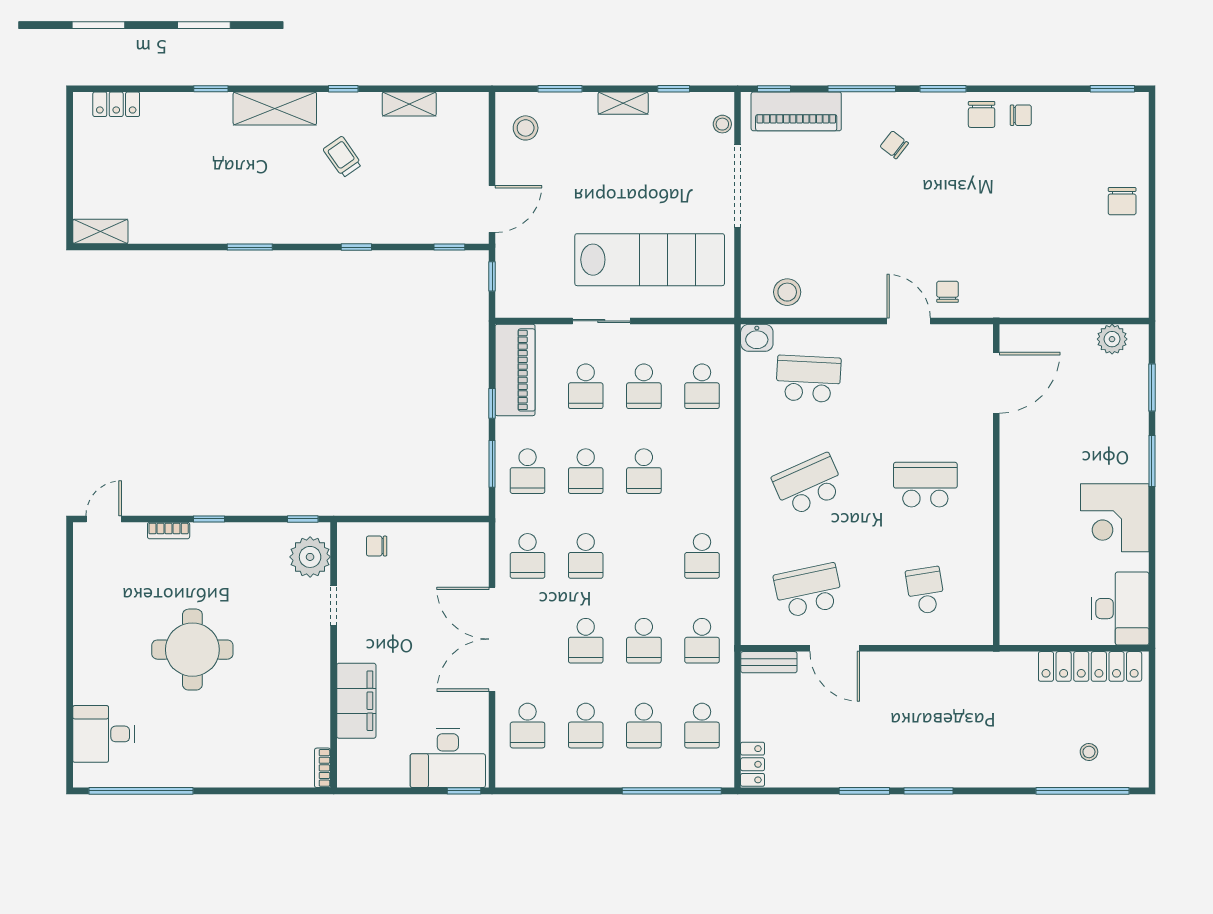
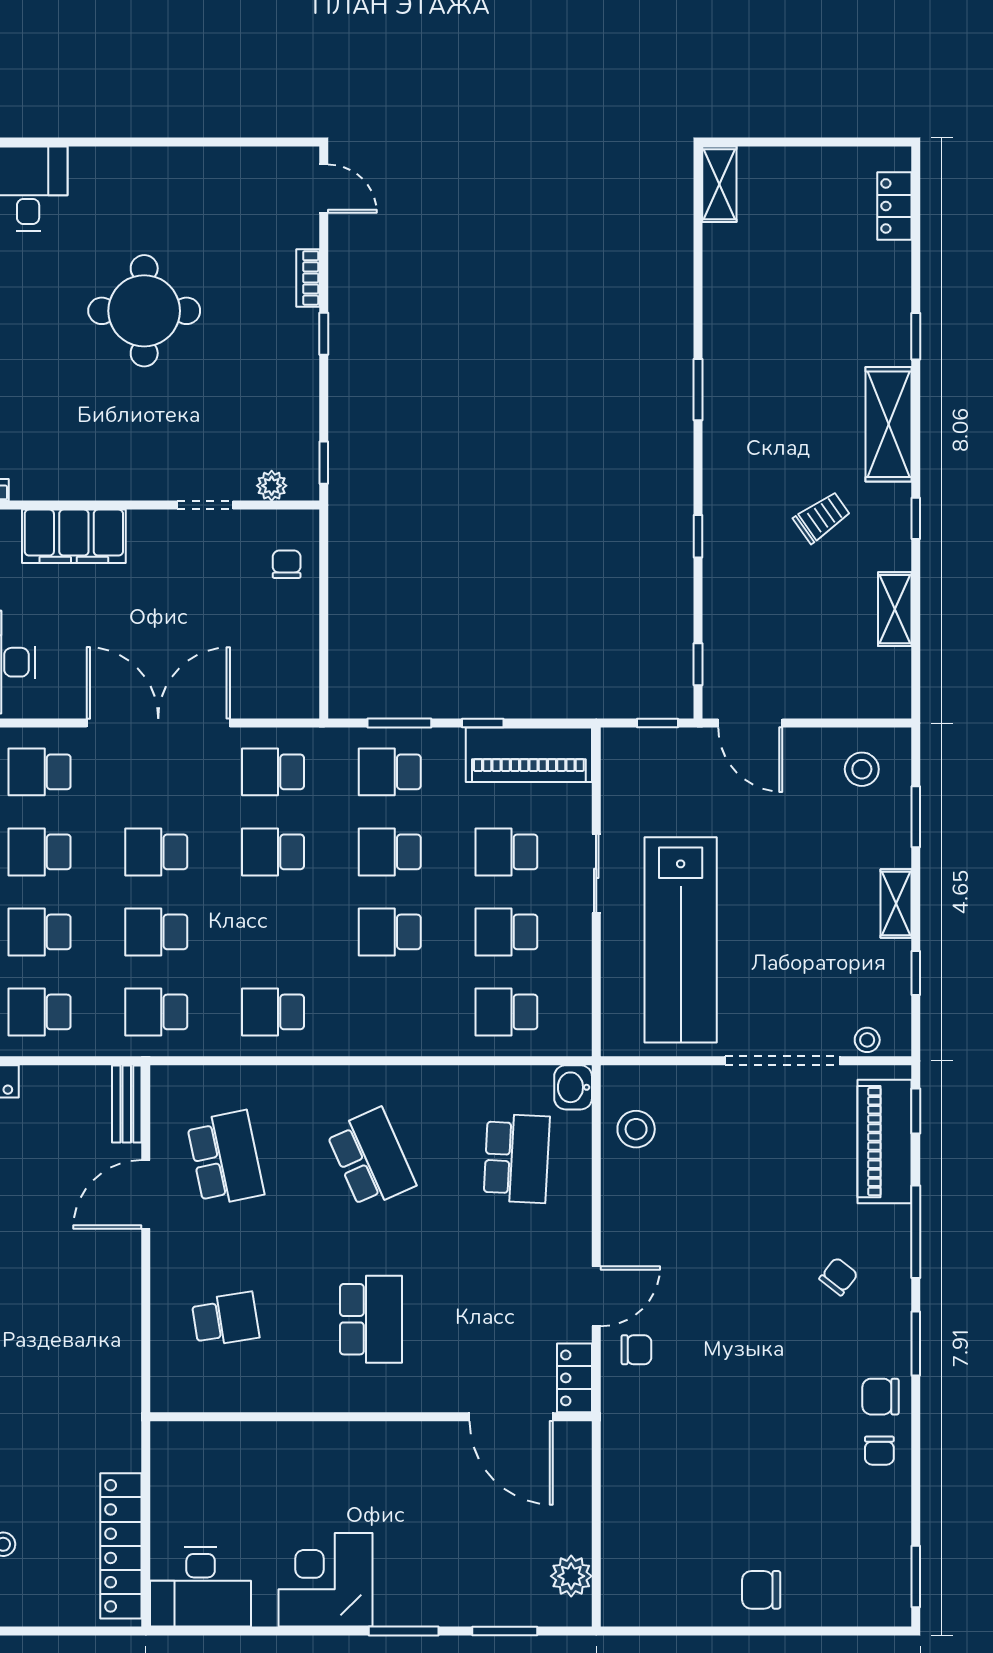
locker: (968, 337) -> (574, 1378), added
plant: (310, 557) -> (272, 486), width x0.53, depth x0.53

